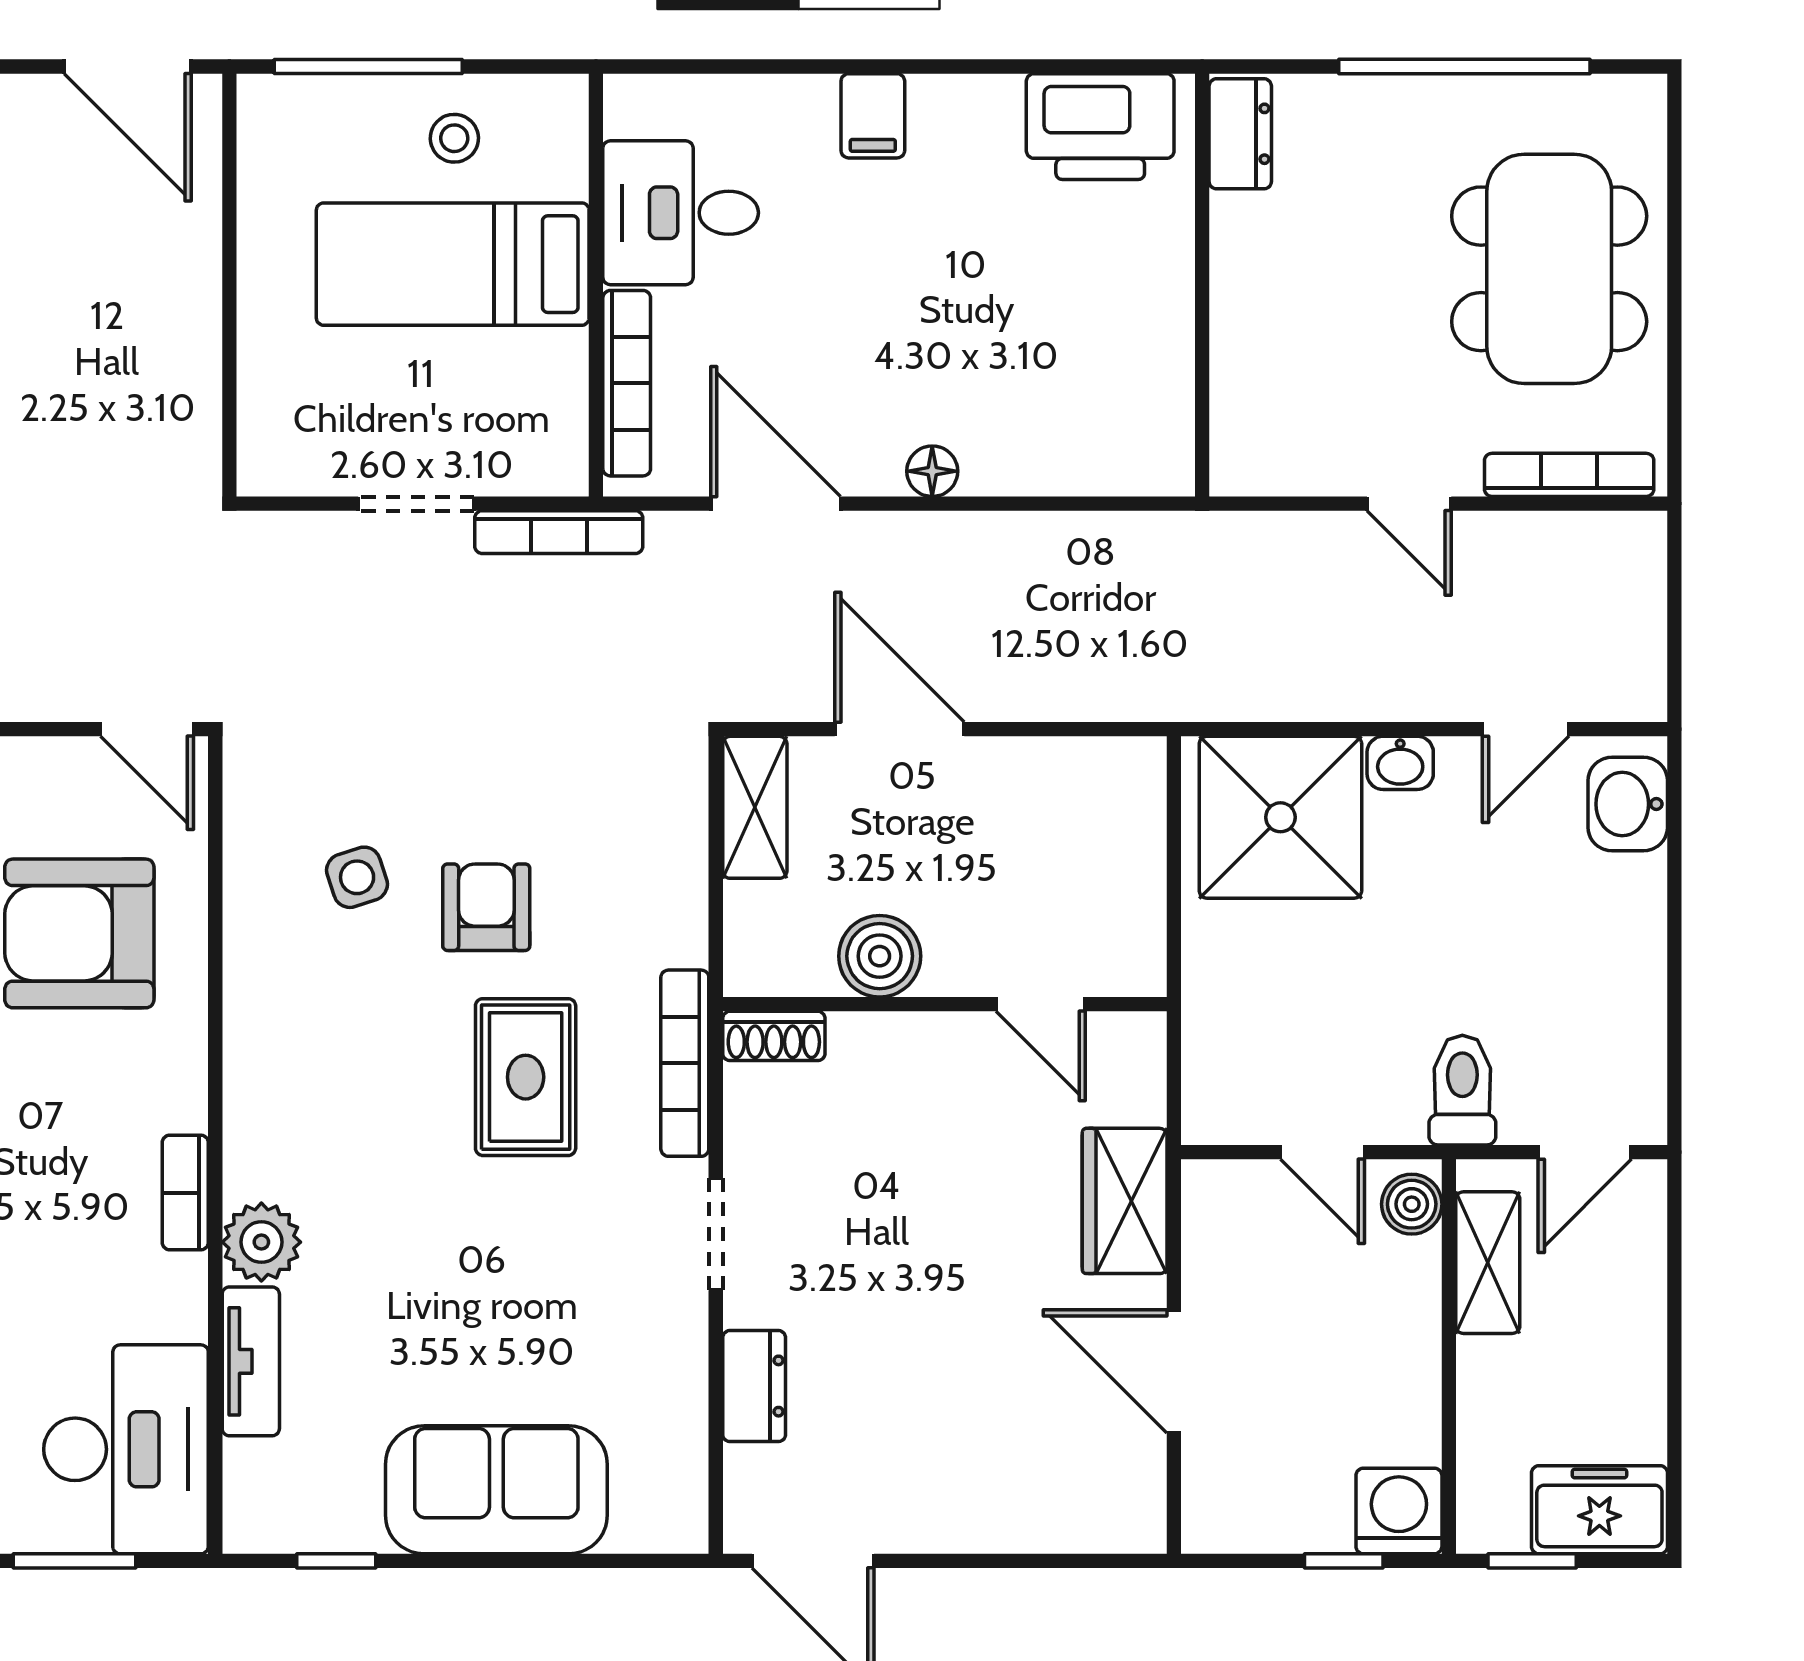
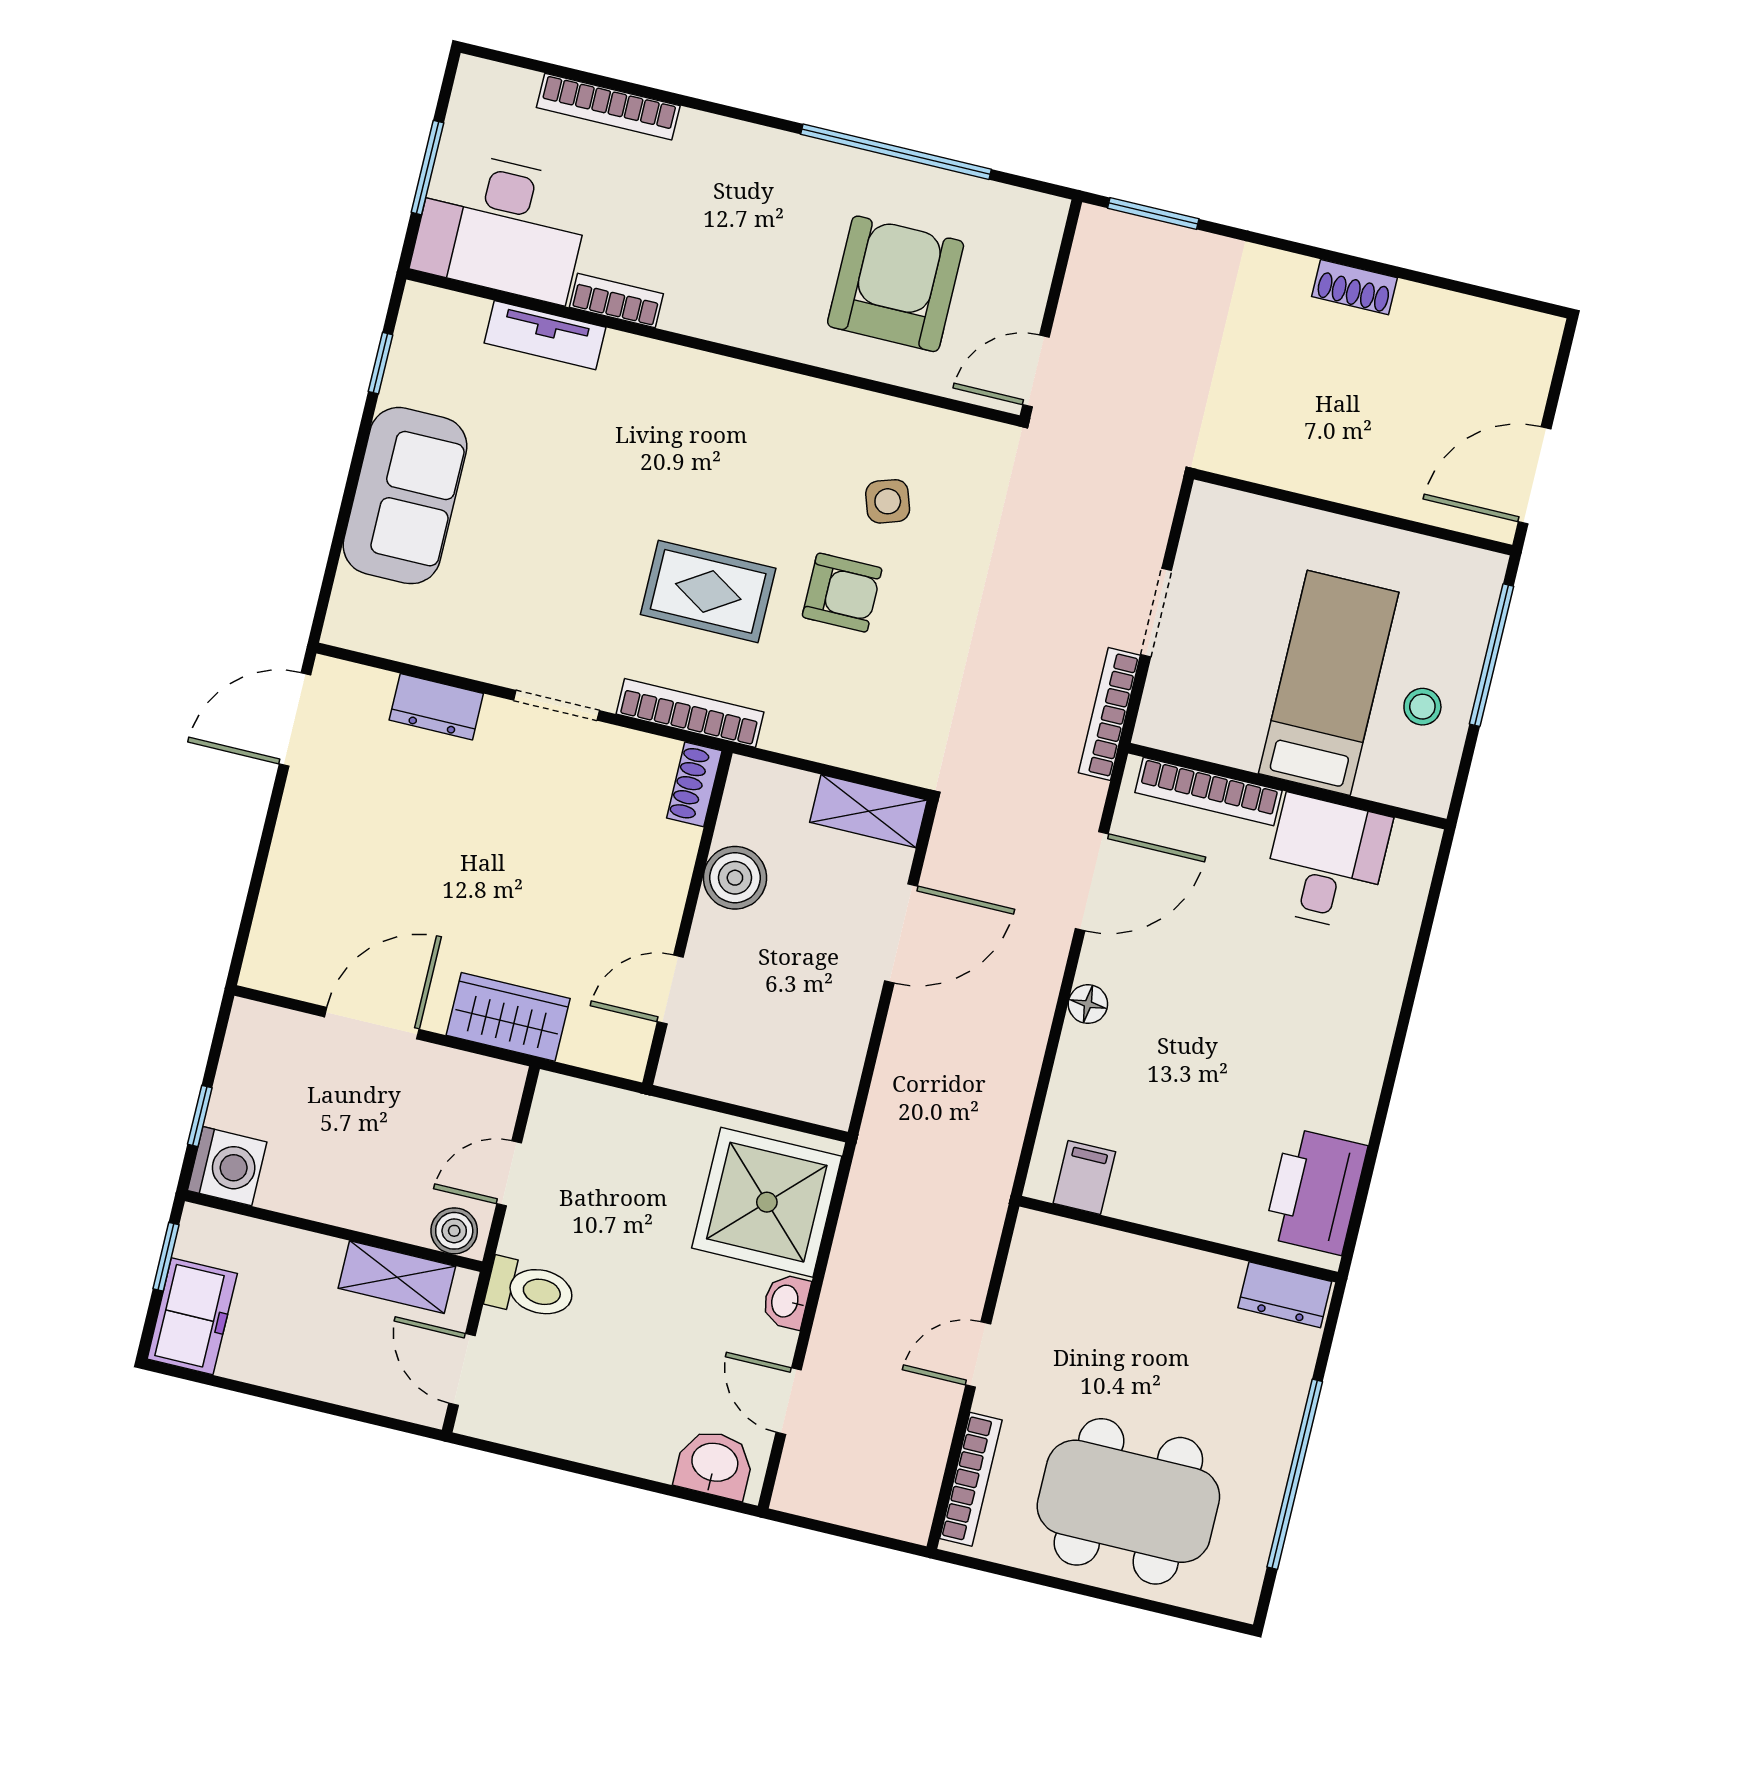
filing cabinet: (873, 116) -> (1084, 1178), moved, turned 90
bookcase: (185, 1193) -> (616, 300), moved
plant: (261, 1242) -> (632, 364), removed

